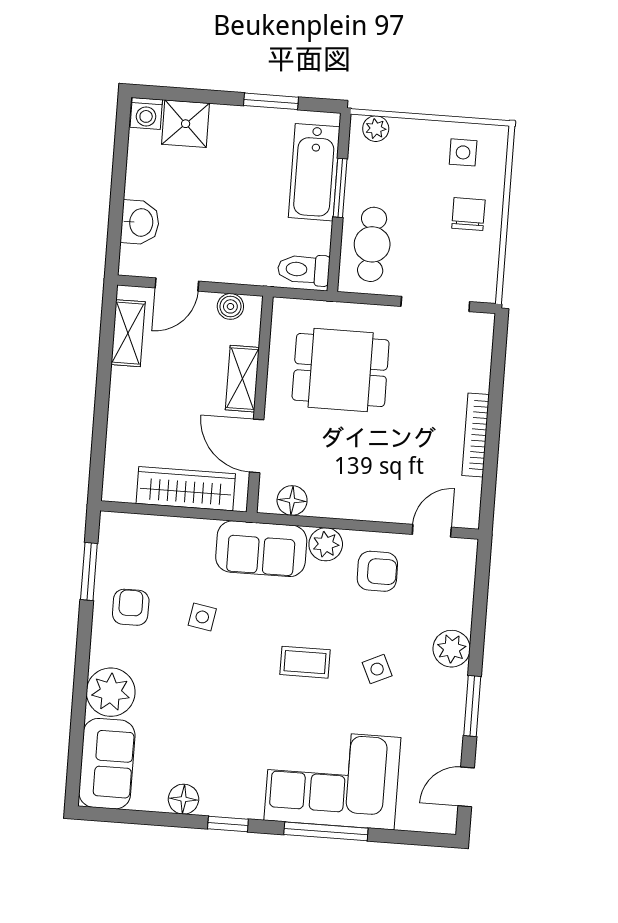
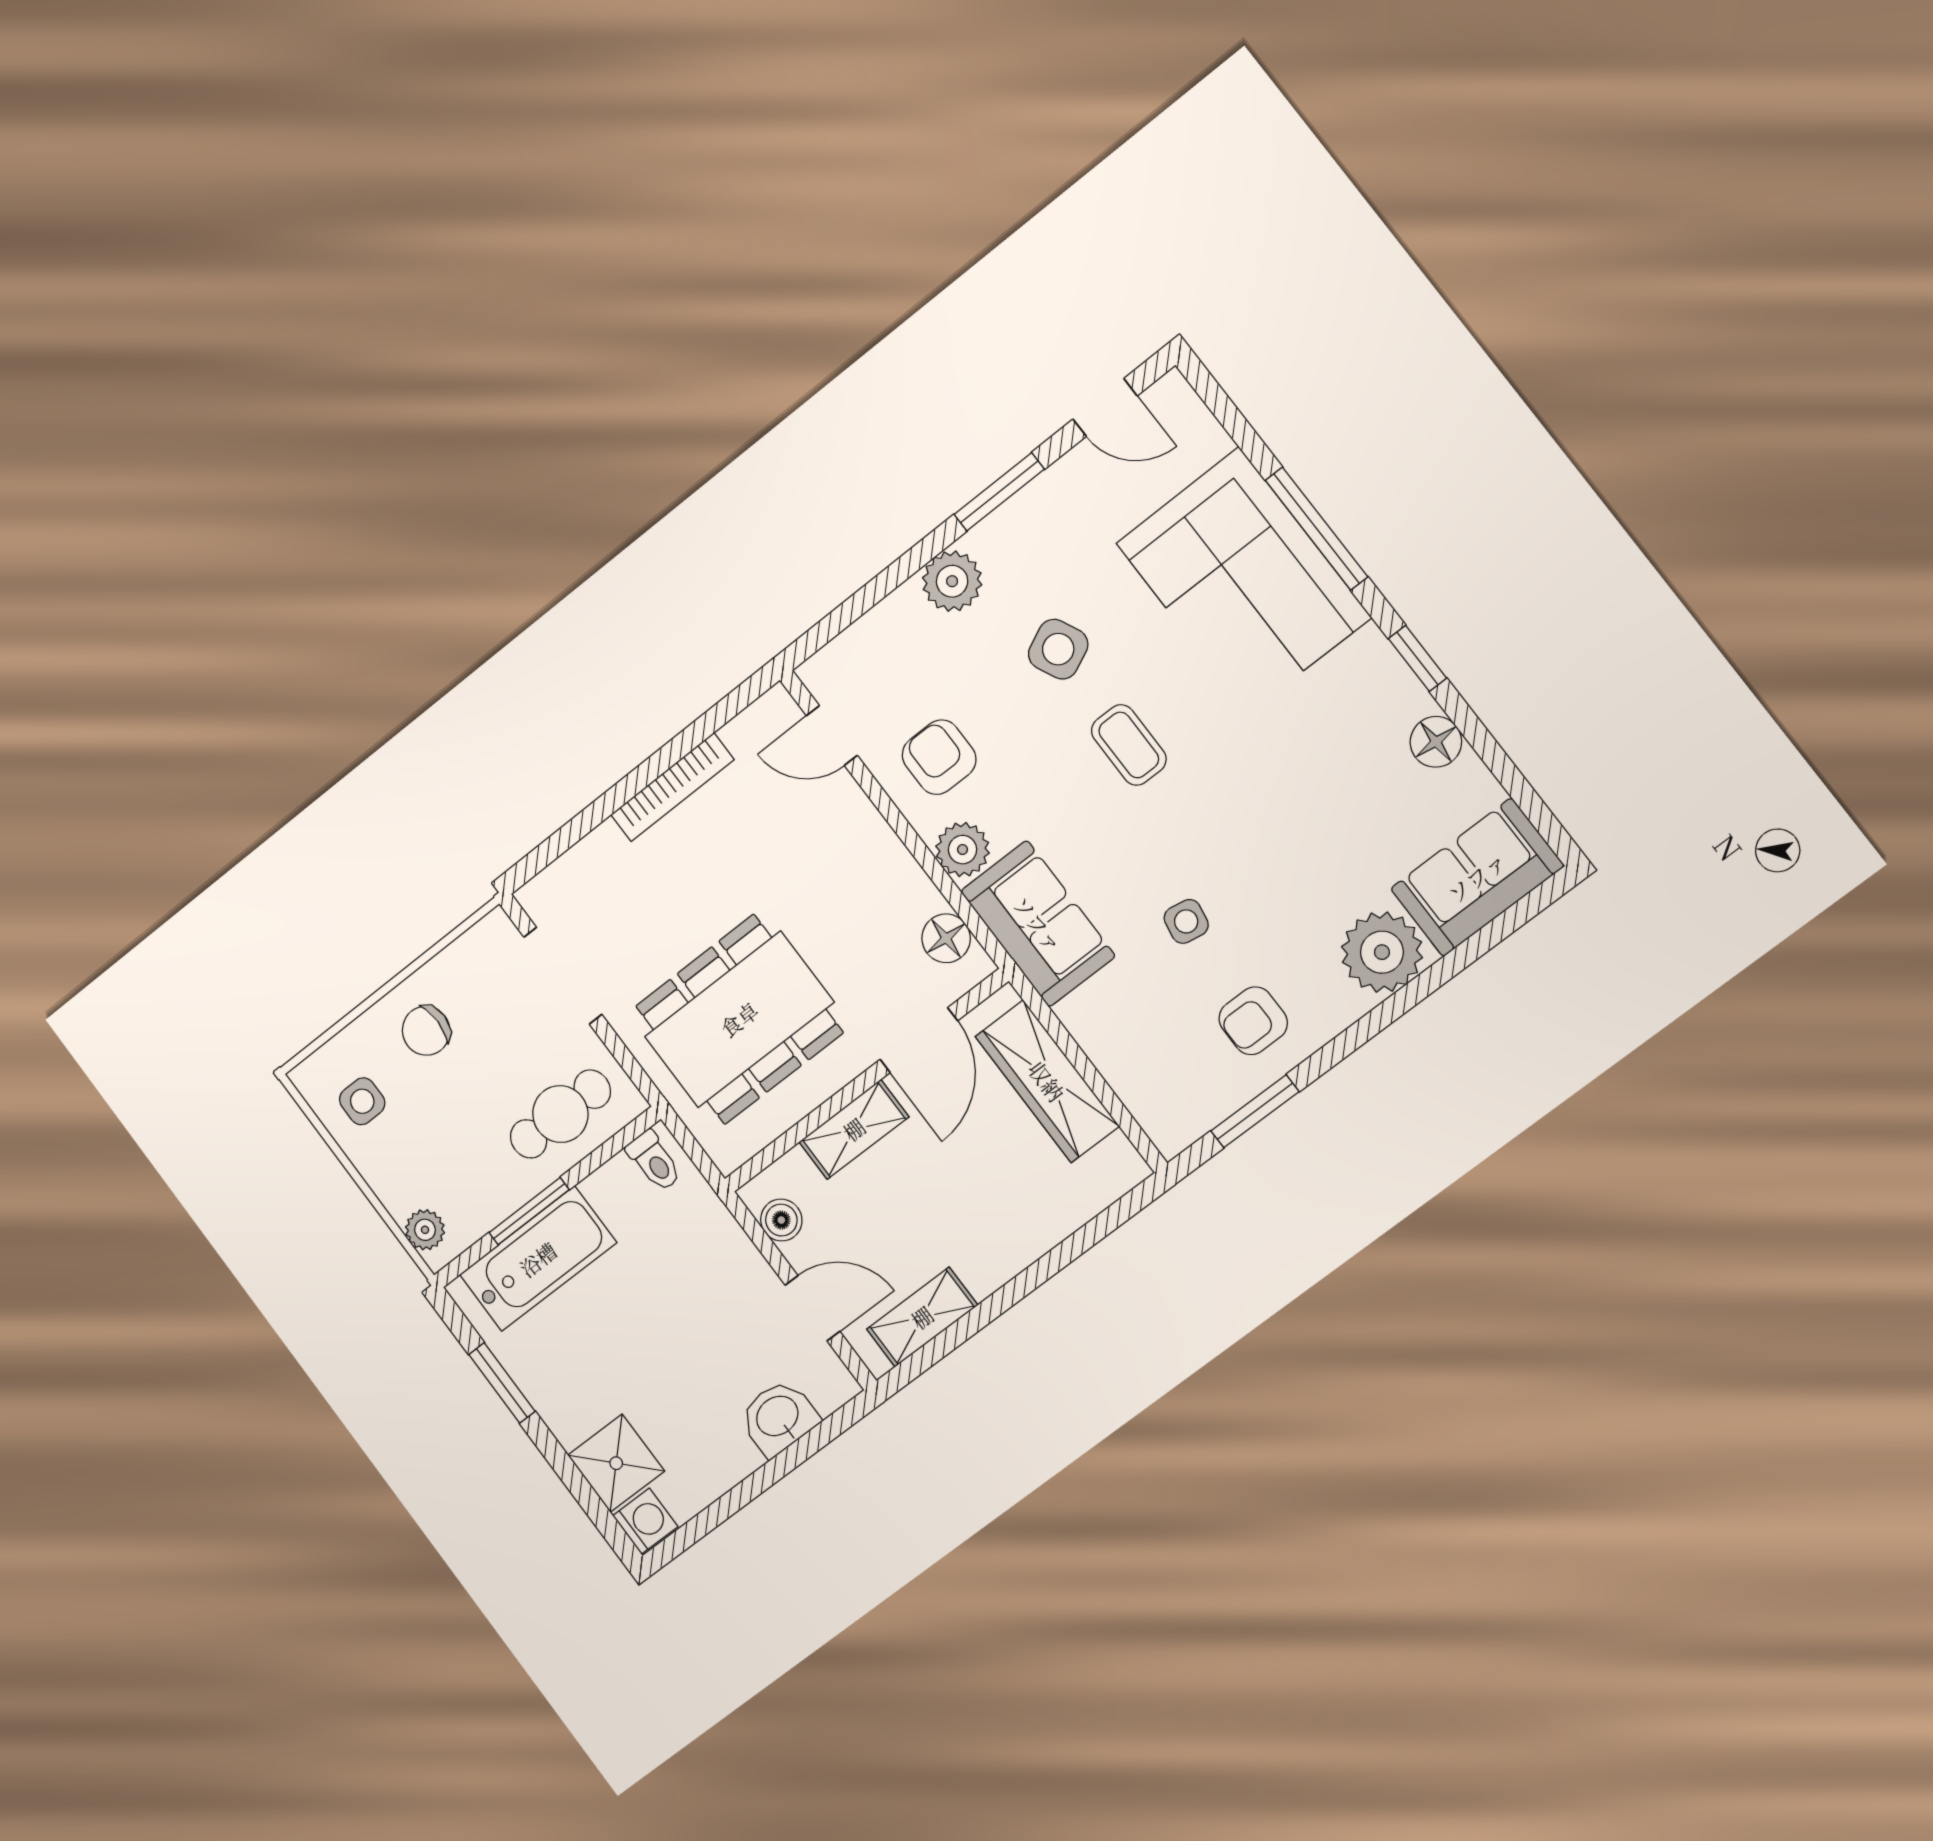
toilet: (304, 270) -> (654, 1161), width x0.73, depth x0.72
dining table: (341, 370) -> (739, 1019), width x1.37
side table: (377, 669) -> (1058, 649), width x1.37, depth x1.37

